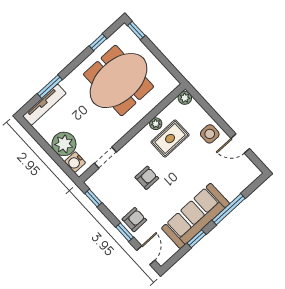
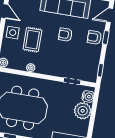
rug: (170, 139) -> (32, 40), moved, turned 90
armchair: (147, 178) -> (65, 35), moved

